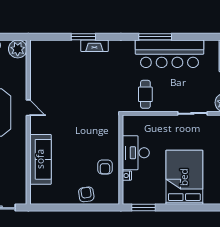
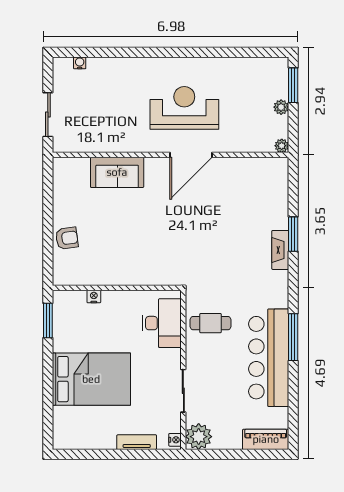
plant: (18, 49) -> (282, 146), width x0.53, depth x0.53
door: (28, 108) -> (191, 155), width x1.87
desk: (136, 153) -> (162, 323), moved, turned 90
sofa: (40, 159) -> (117, 172), width x0.73
armchair: (105, 167) -> (106, 265), removed

